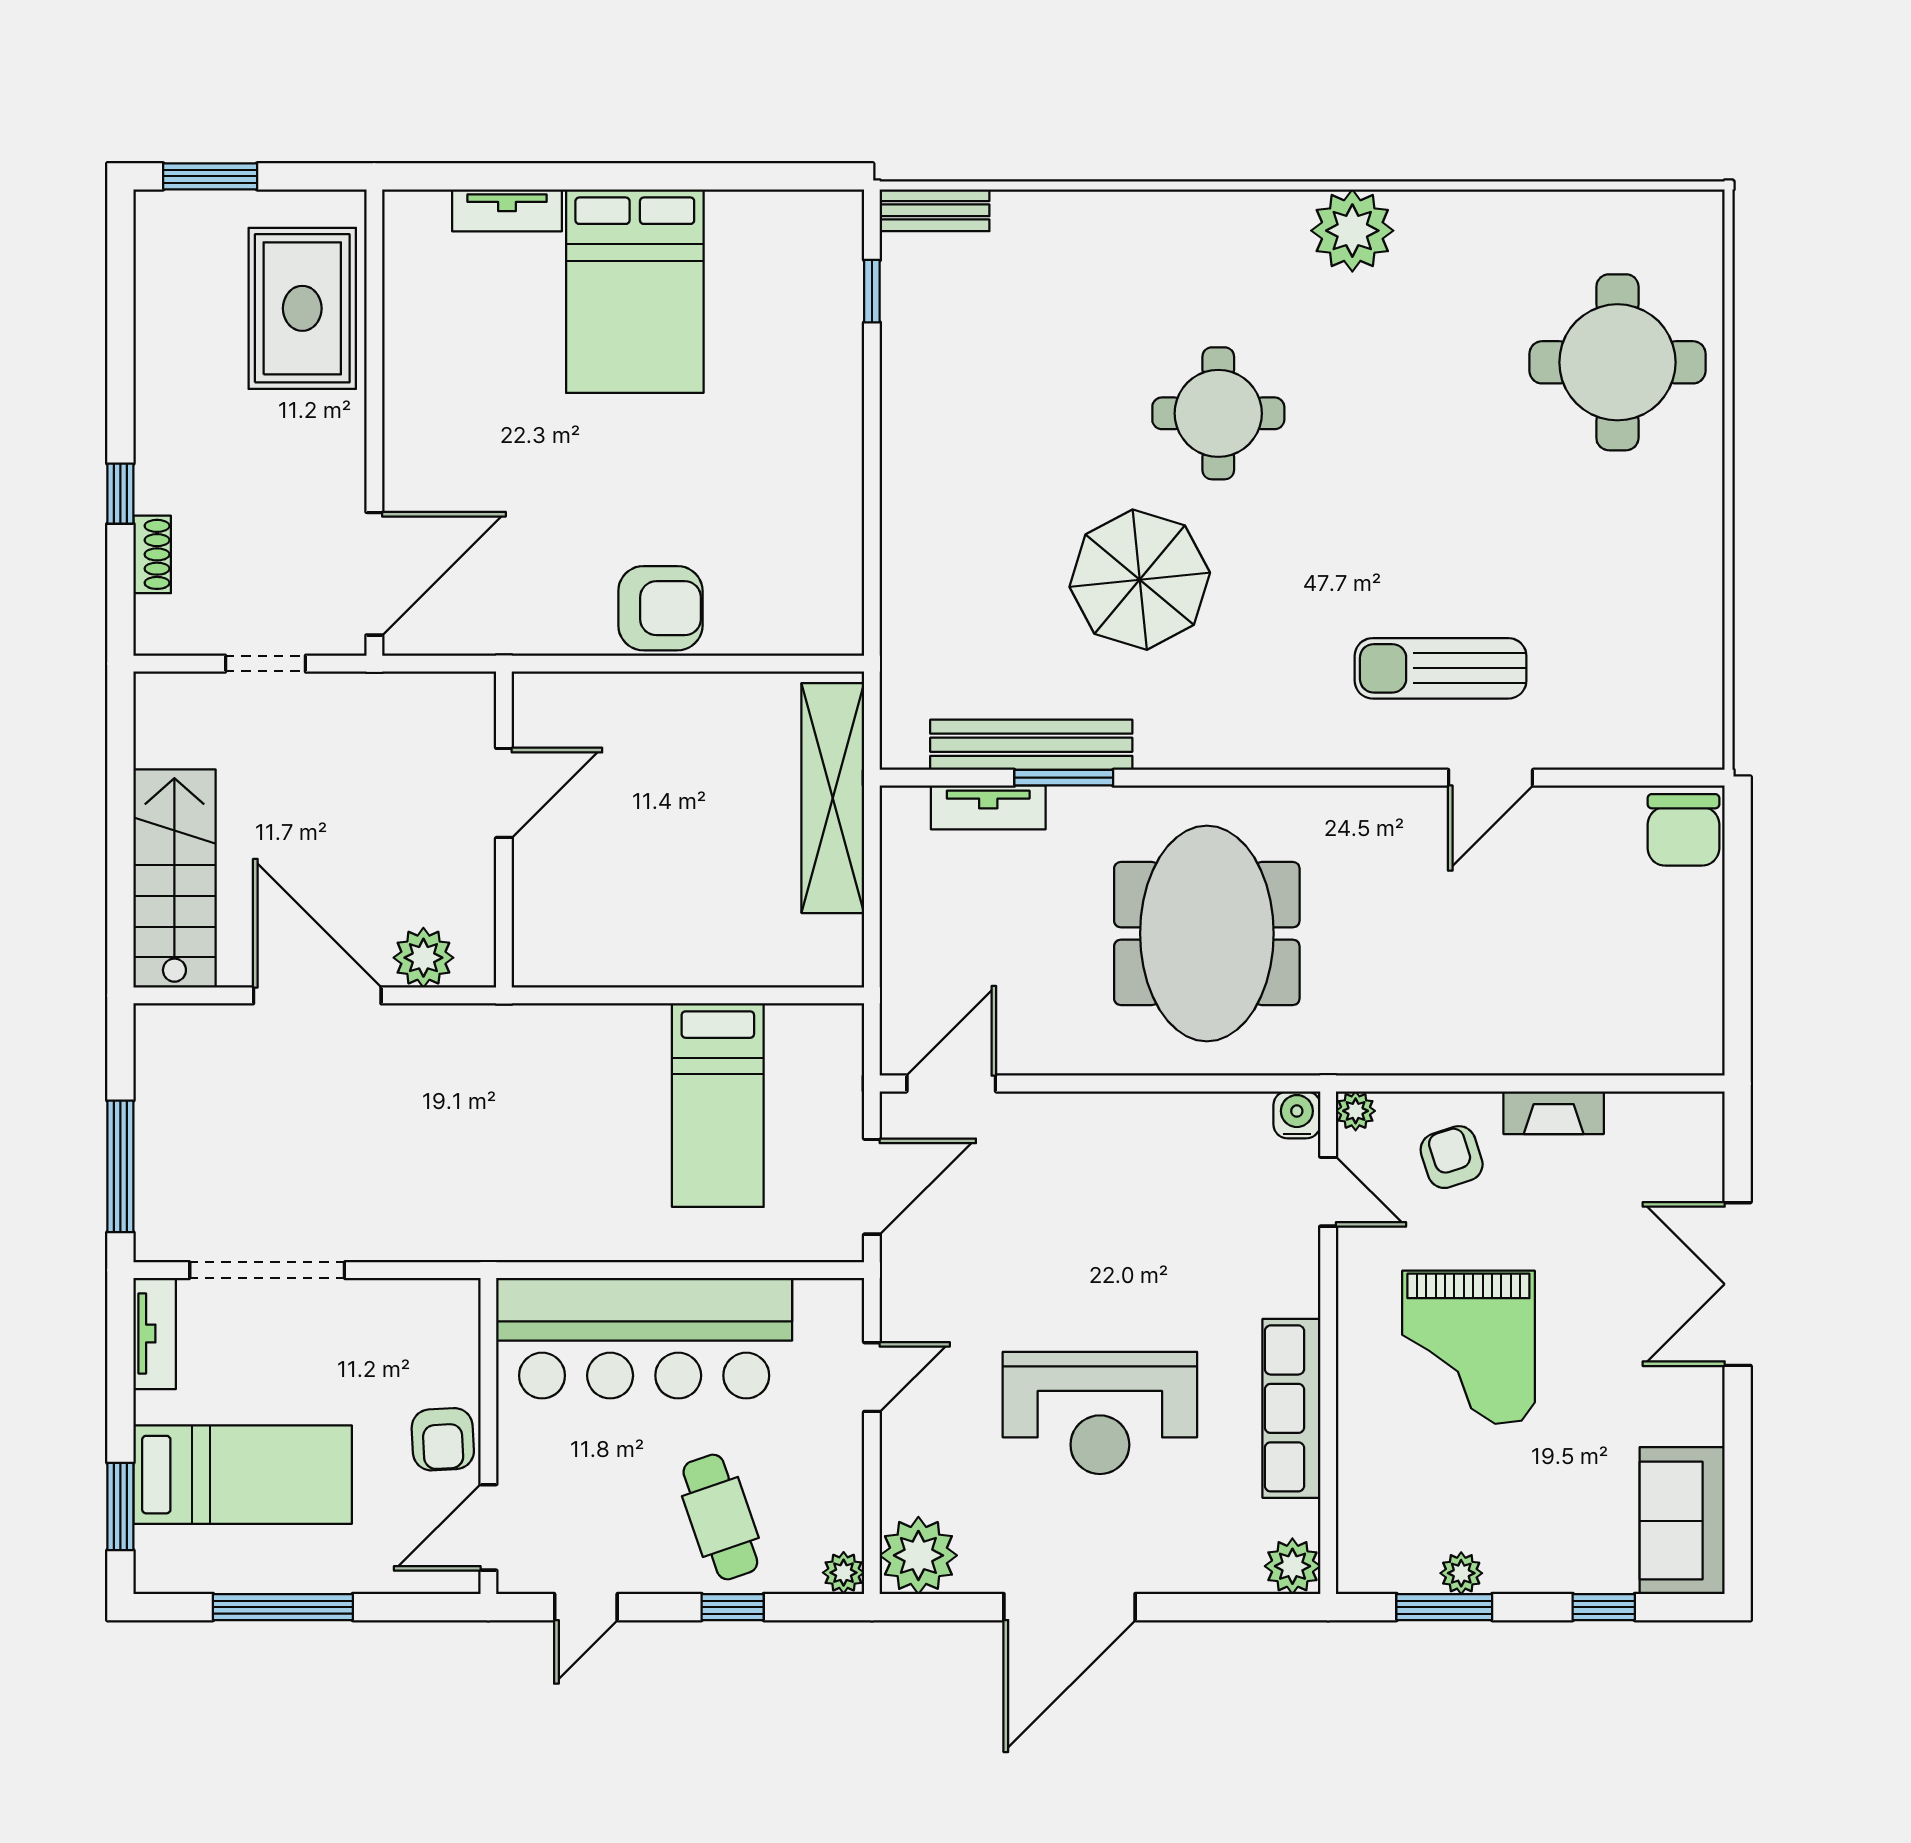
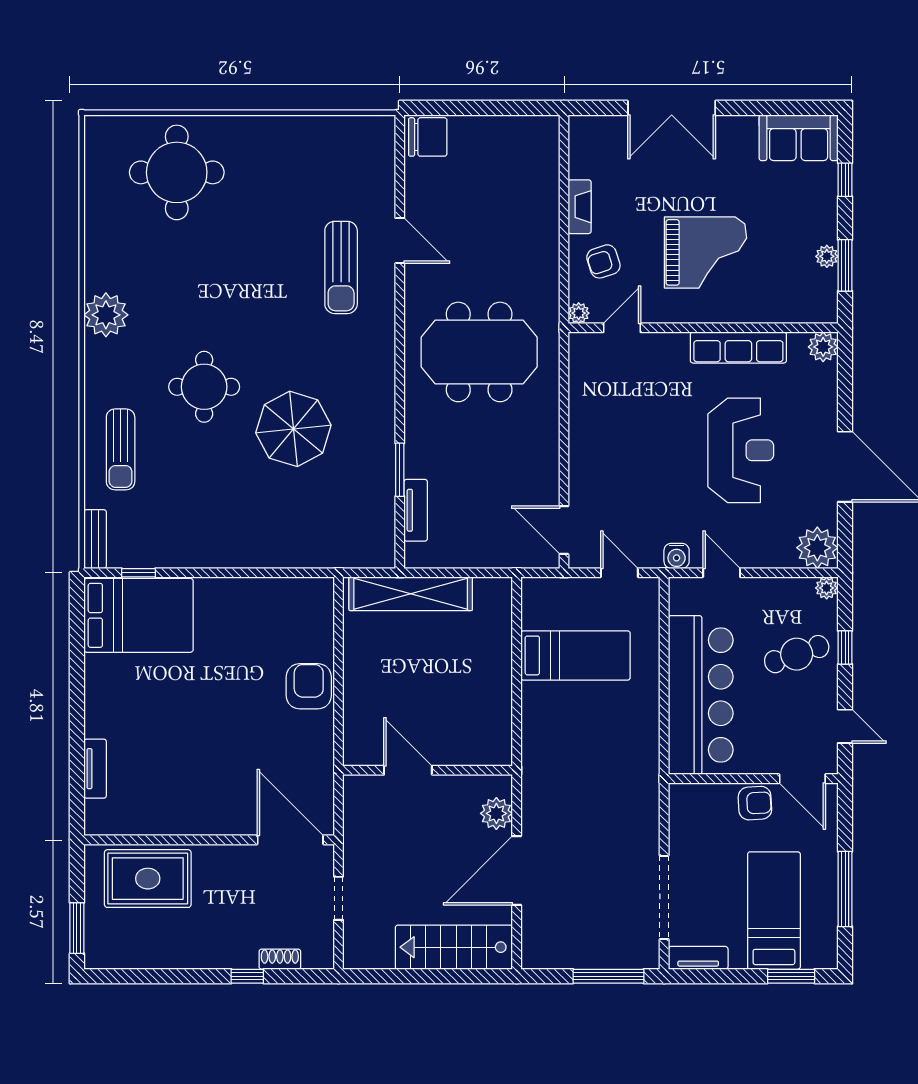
sun lounger: (1102, 258) -> (121, 449), added
bed: (635, 291) -> (139, 615), moved
bench: (1031, 745) -> (382, 487), removed
meeting table: (1207, 934) -> (479, 352), moved
water cooler: (1297, 1115) -> (677, 556), moved, turned -90
door: (872, 1187) -> (619, 573), width x0.73

